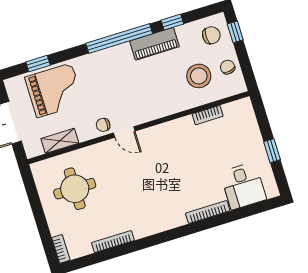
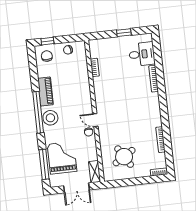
window: (172, 22) -> (34, 78), removed
window: (38, 64) -> (44, 164), width x2.17
stool: (199, 76) -> (50, 118), moved
door: (124, 132) -> (95, 120), swing flipped
shelving: (60, 141) -> (95, 172), moved
round table: (75, 189) -> (124, 157), turned -32

